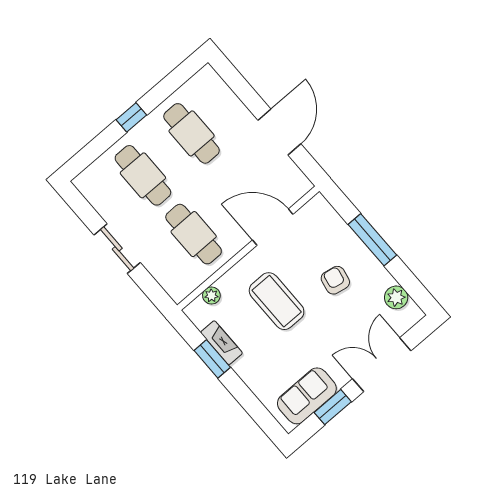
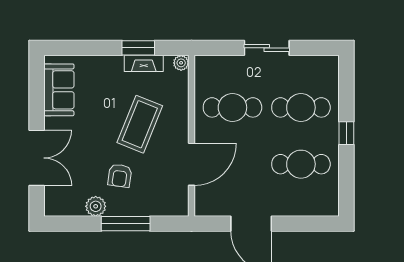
armchair: (335, 280) -> (120, 176), turned 87
plant: (211, 296) -> (181, 63), moved
plant: (396, 297) -> (96, 206), moved
coffee table: (277, 301) -> (140, 124), turned -68
window: (333, 407) -> (37, 101), removed

